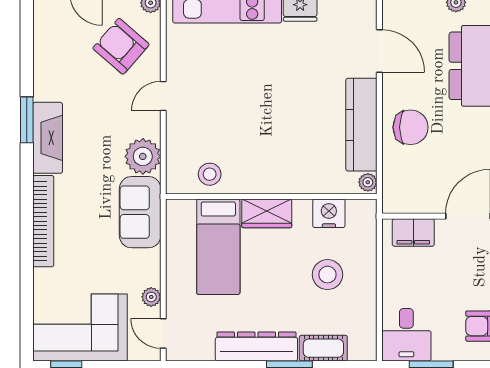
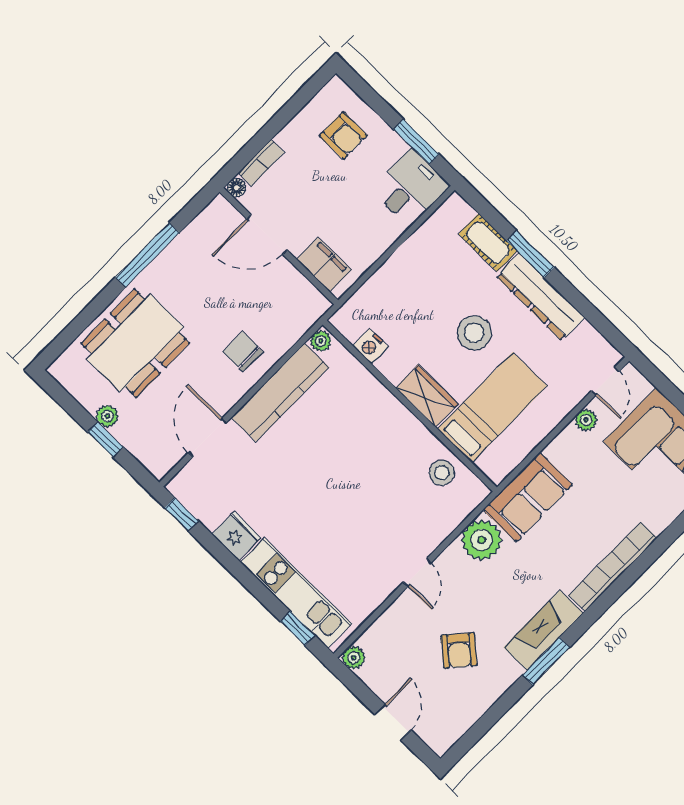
armchair: (121, 46) -> (459, 650), moved, width x0.72, depth x0.72
door: (163, 96) -> (417, 572), hinge flipped
chair: (411, 127) -> (243, 352), width x0.73, depth x0.73
nightstand: (329, 213) -> (370, 346), width x0.74, depth x0.75
stool: (328, 275) -> (474, 333), moved

